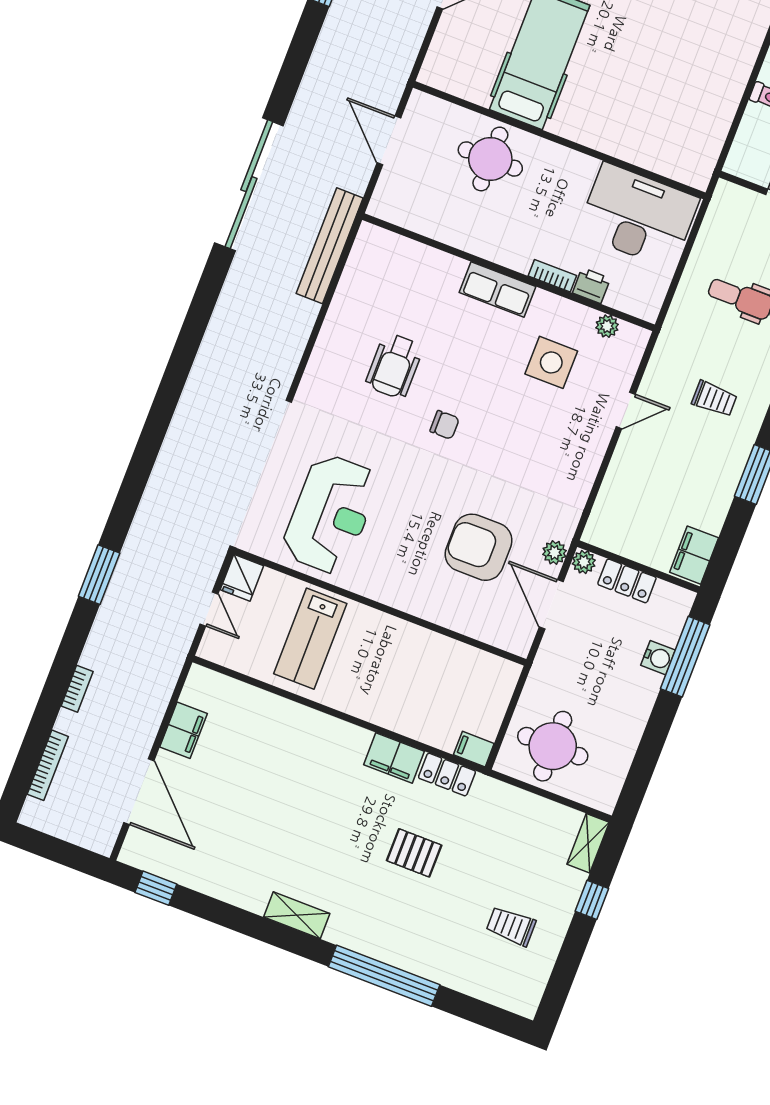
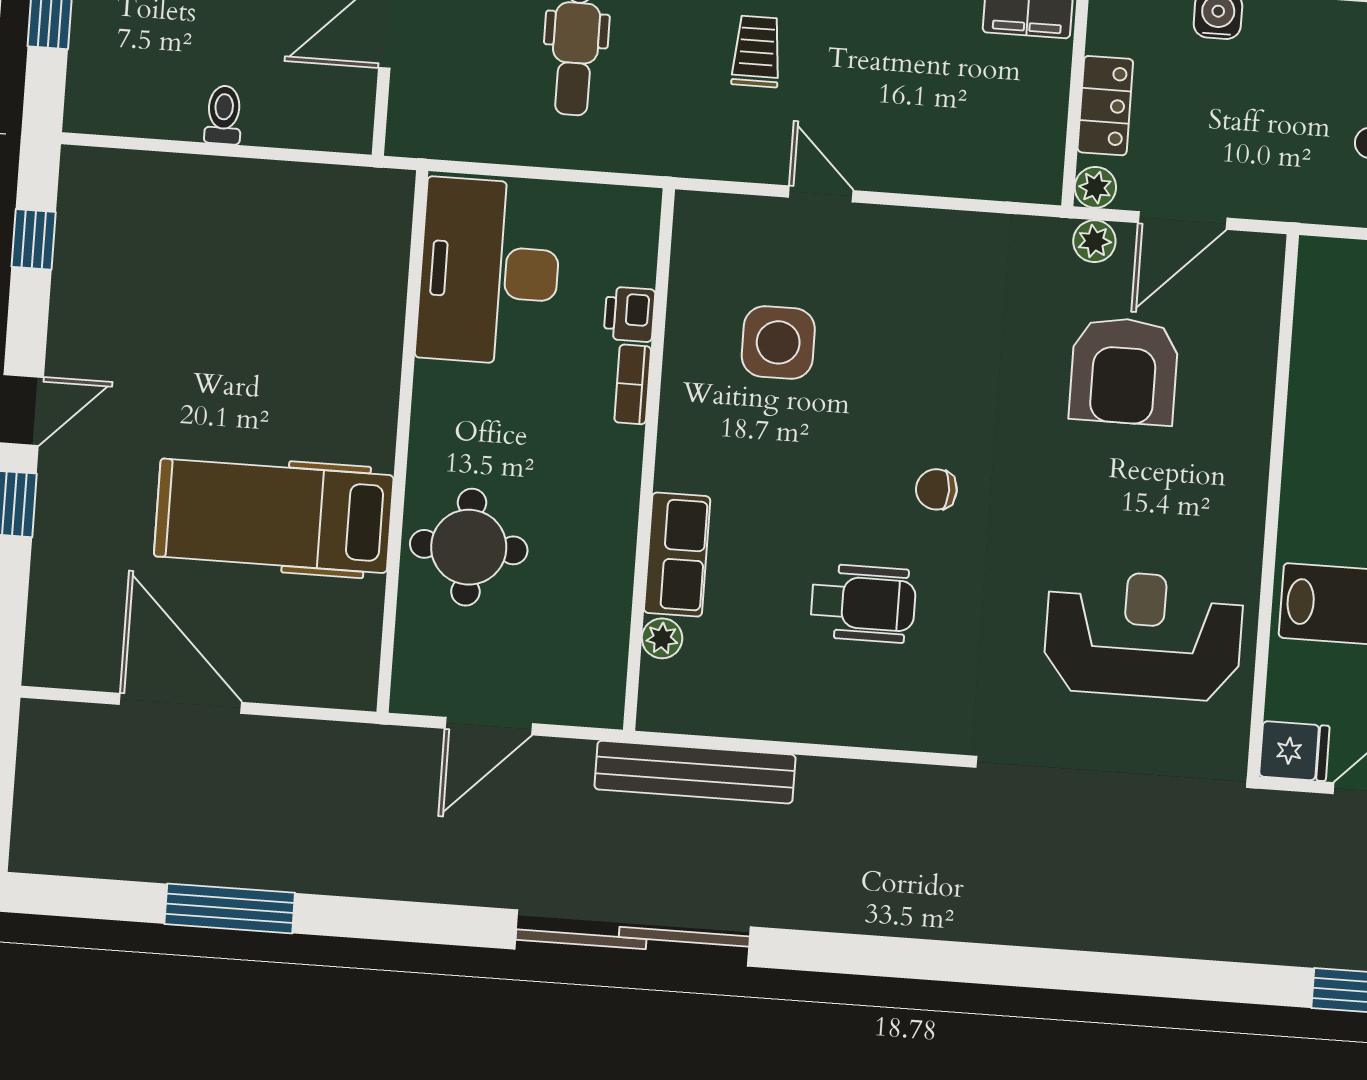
row of seats: (498, 290) -> (677, 555), moved
plant: (607, 326) -> (662, 638), moved
chair: (445, 425) -> (936, 489), turned -90

